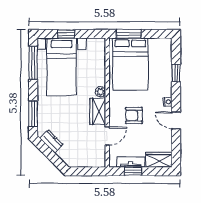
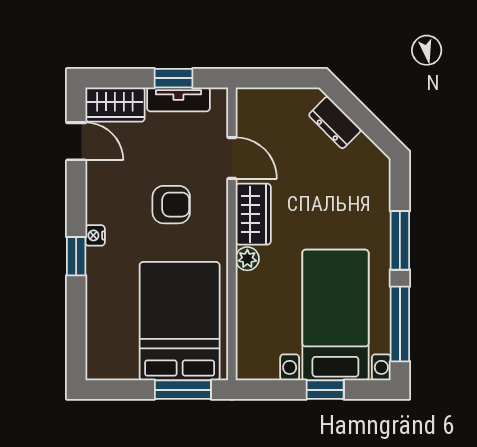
window: (176, 73) -> (76, 256), moved
window: (33, 114) -> (400, 240), moved
door: (176, 120) -> (76, 141), moved
door: (107, 136) -> (232, 158), swing flipped
dresser: (52, 141) -> (335, 123), moved

